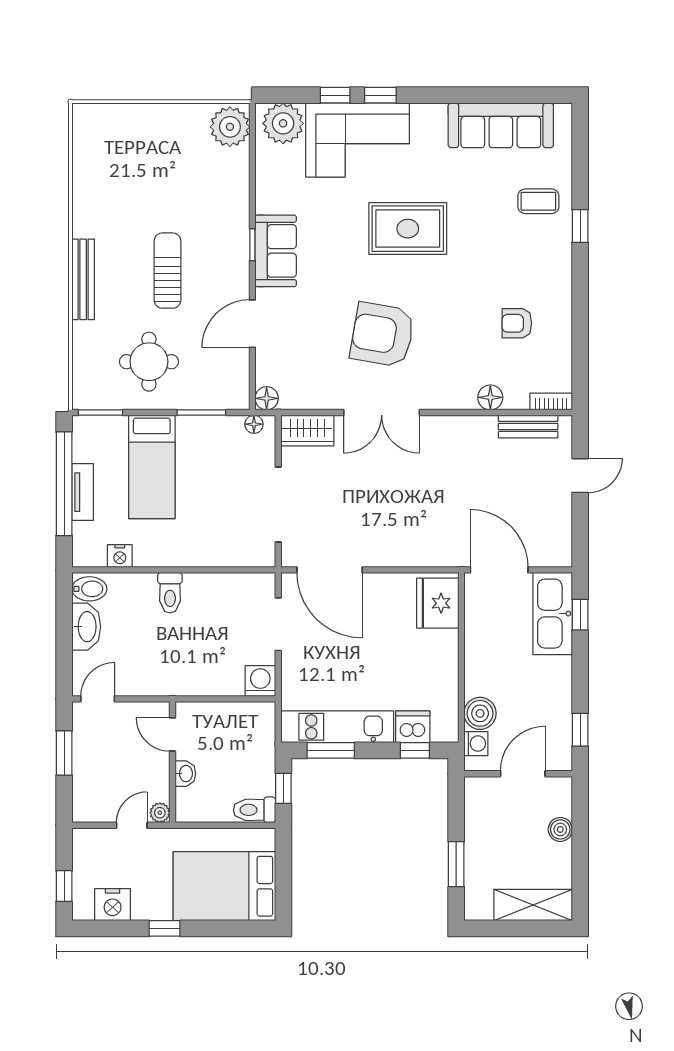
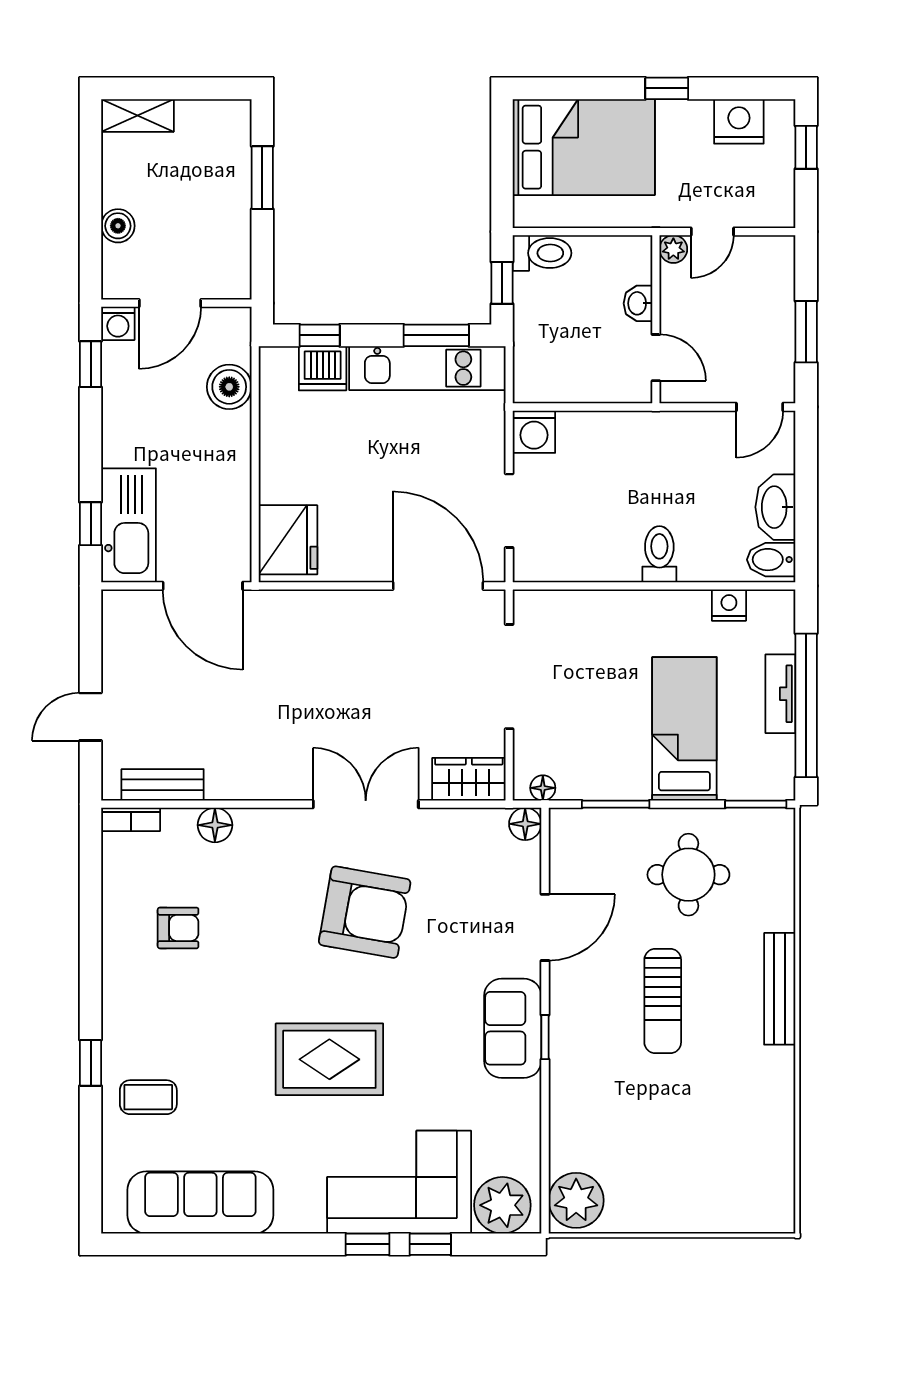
washing machine: (476, 744) -> (118, 323), moved, turned -90
shelving: (533, 905) -> (138, 116), width x0.67, depth x0.75

